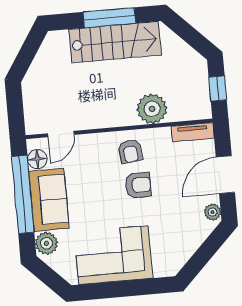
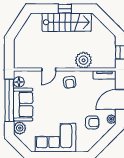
window: (109, 18) -> (65, 9), width x0.46
door: (61, 134) -> (49, 69), moved
armchair: (138, 185) -> (92, 122), moved

